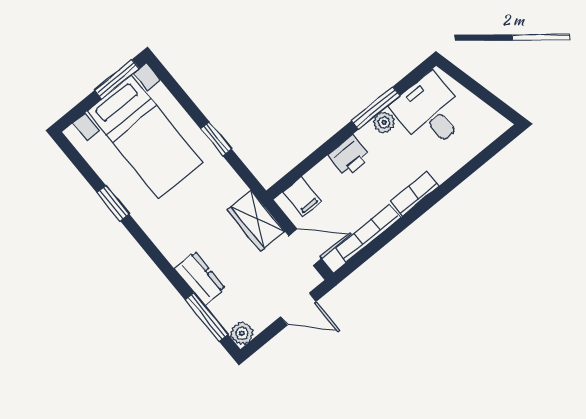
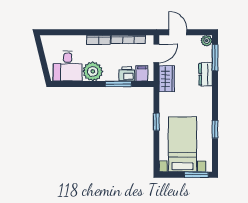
window: (117, 79) -> (196, 175), moved
window: (376, 108) -> (118, 84), moved
plant: (384, 122) -> (93, 71), width x1.87, depth x1.87
printer: (349, 156) -> (127, 74), moved
door: (305, 247) -> (156, 53), swing flipped

